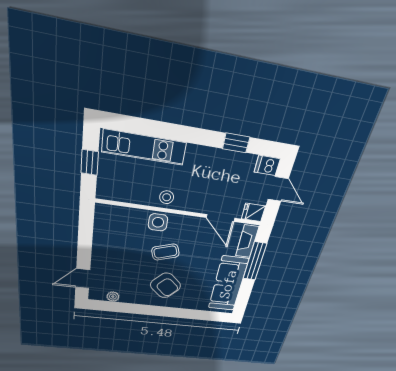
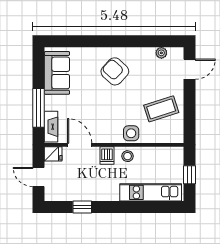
dishwasher: (267, 165) -> (107, 156), moved, turned 90
coffee table: (165, 252) -> (161, 109), moved, width x1.36, depth x1.30
sofa: (228, 284) -> (57, 73), width x0.73

